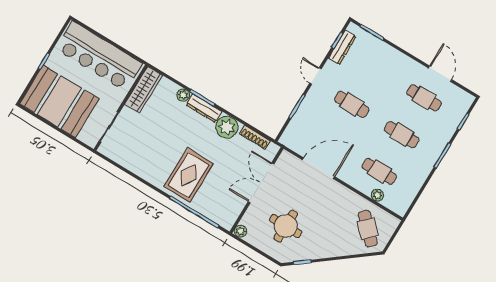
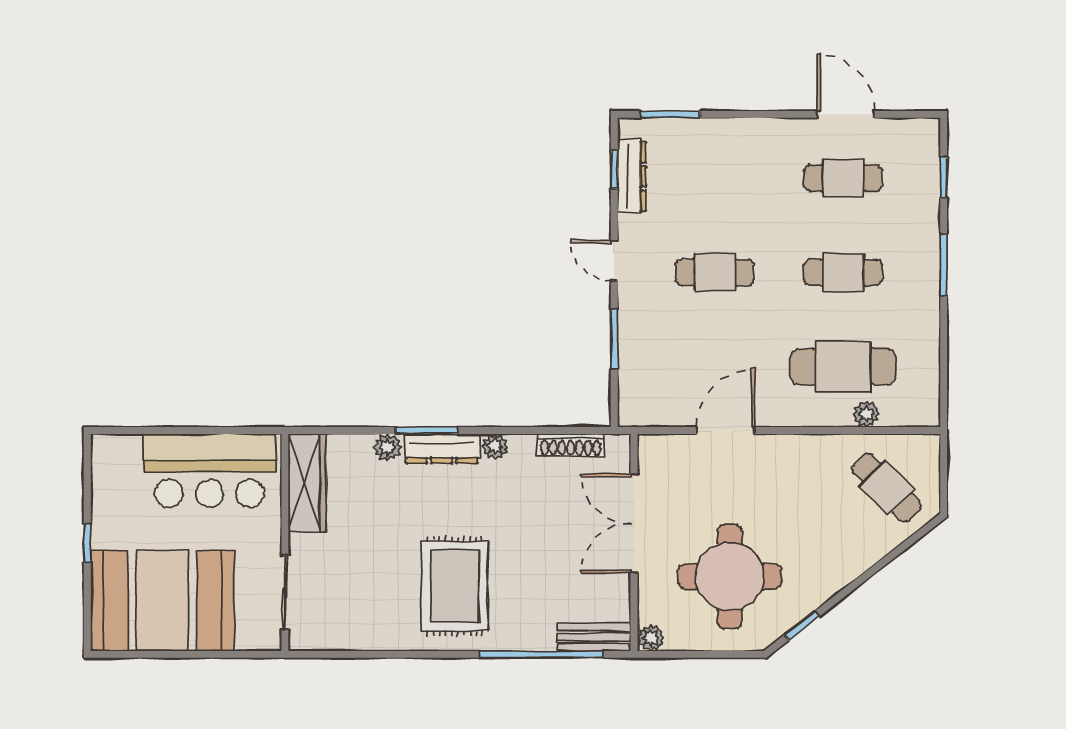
bar counter: (99, 56) -> (209, 471), width x0.73
plant: (227, 127) -> (495, 447), width x0.53, depth x0.53
door: (319, 168) -> (725, 430), width x0.73
cafe table: (379, 171) -> (843, 367), width x1.37, depth x1.35
rug: (189, 175) -> (455, 586), moved
bench: (218, 217) -> (594, 637), added
round table: (286, 226) -> (730, 576), width x1.36, depth x1.36

